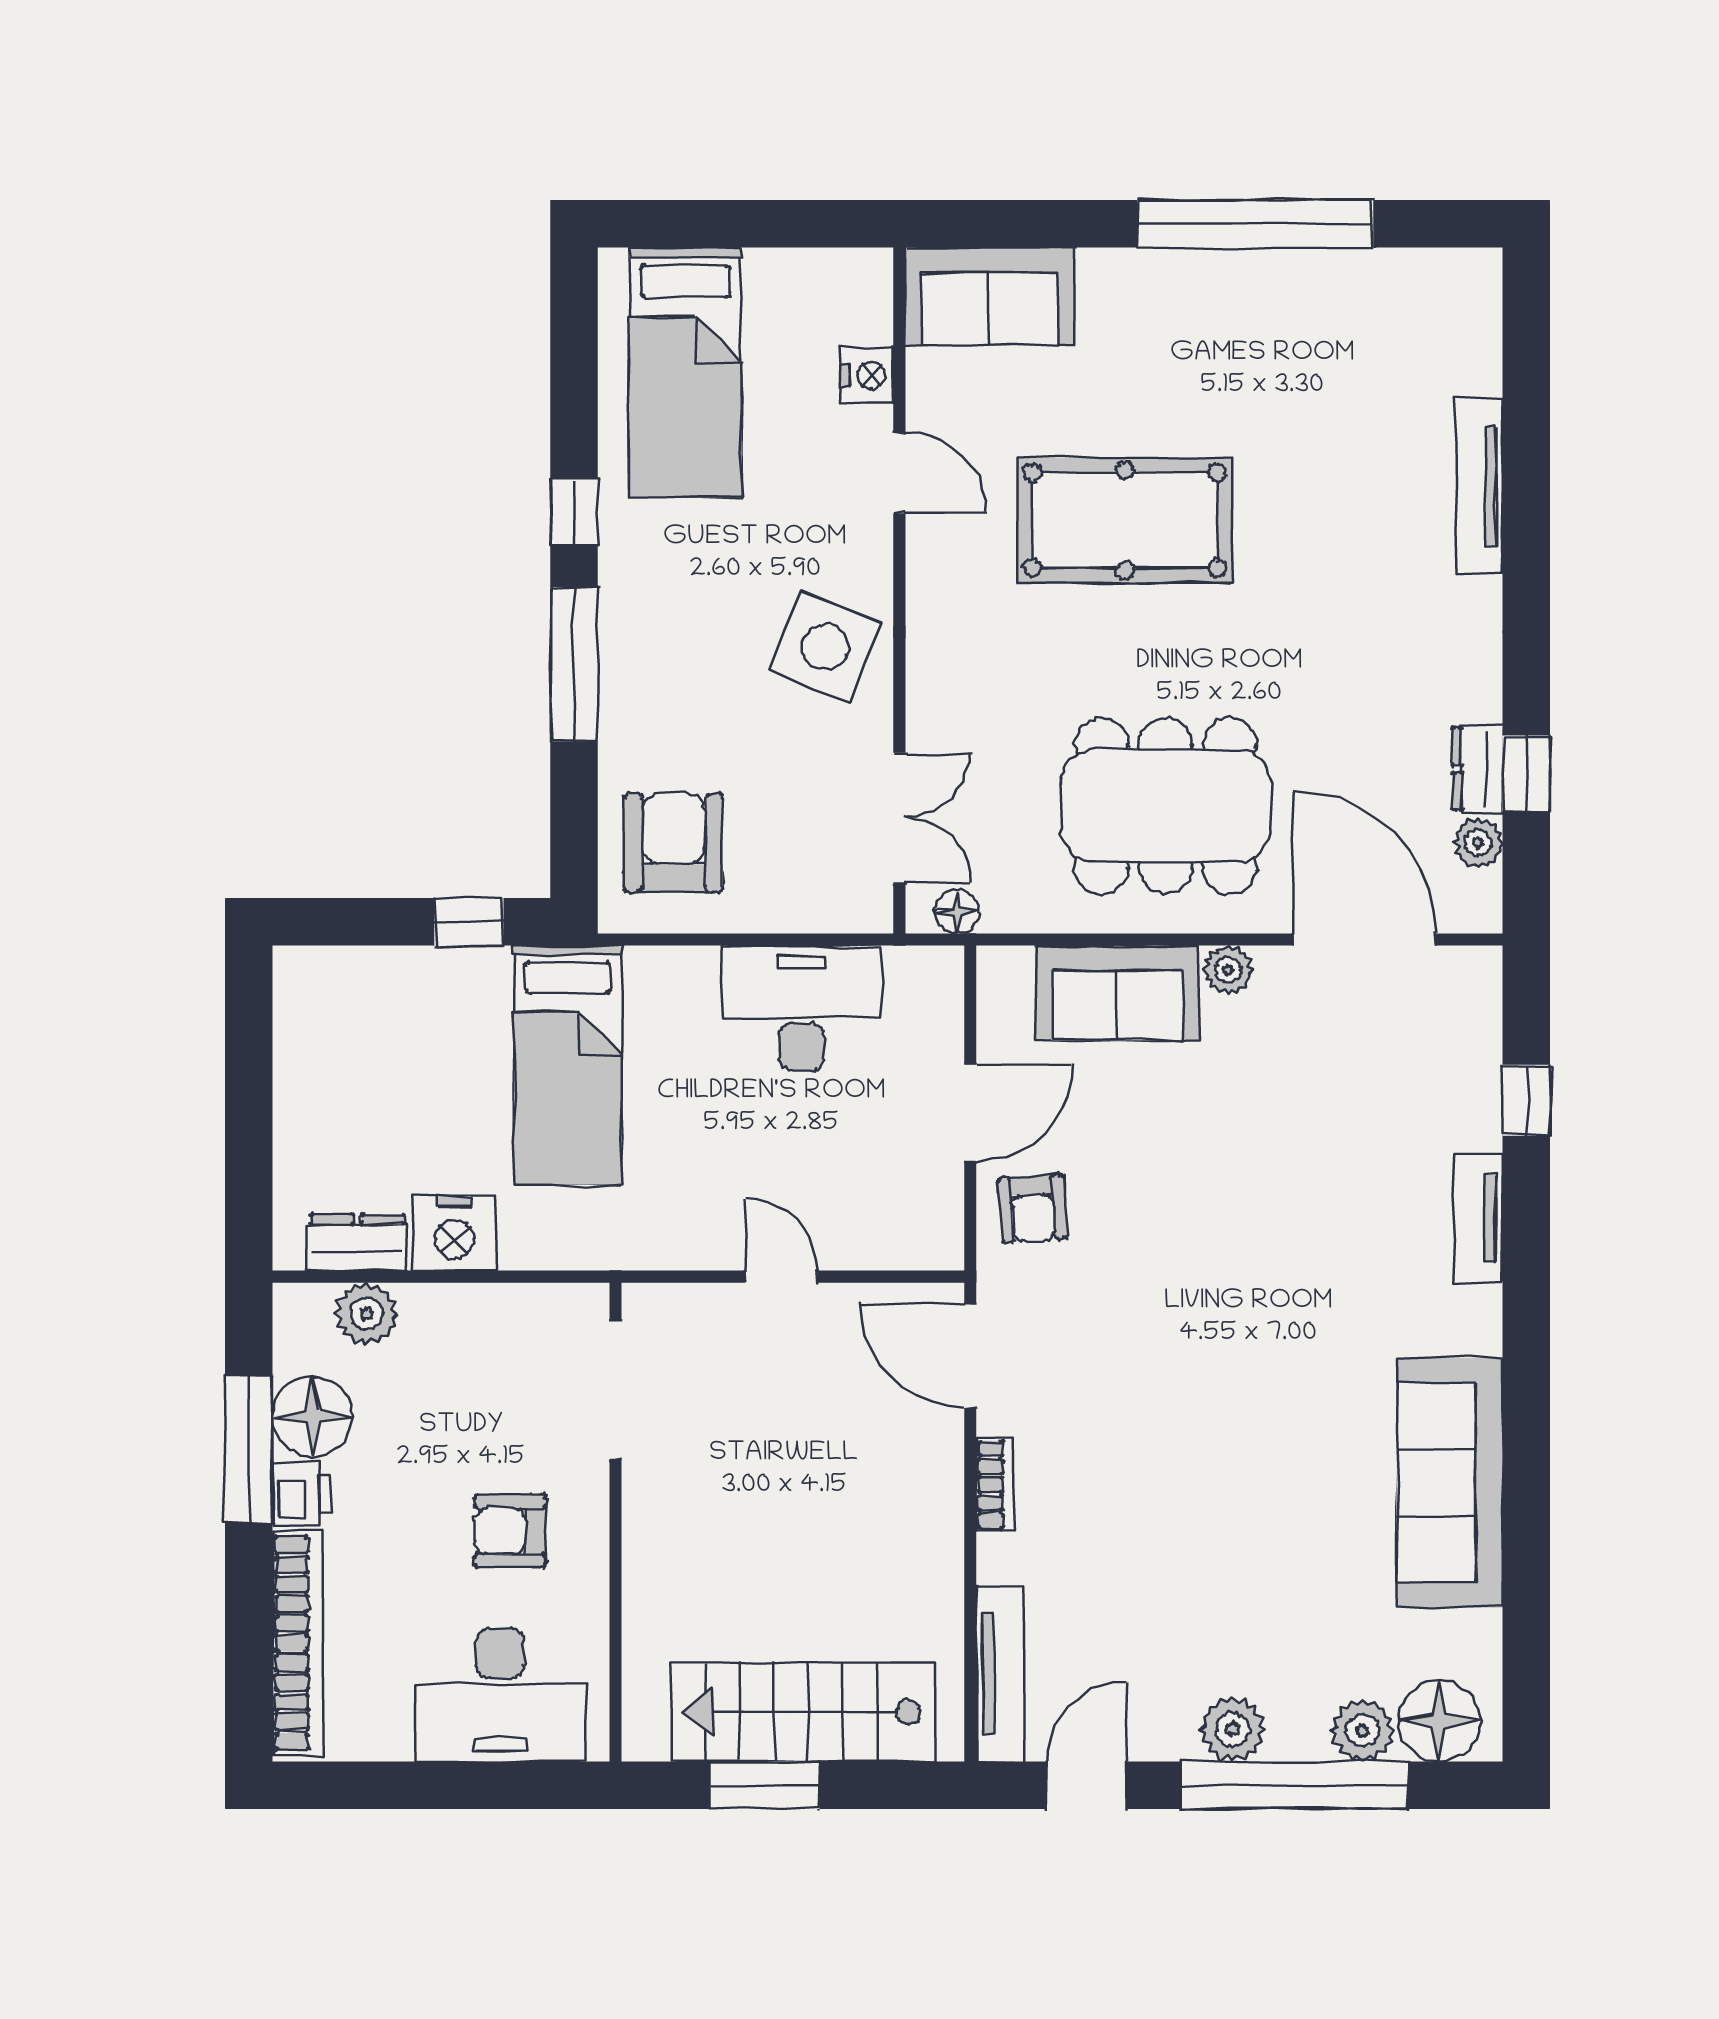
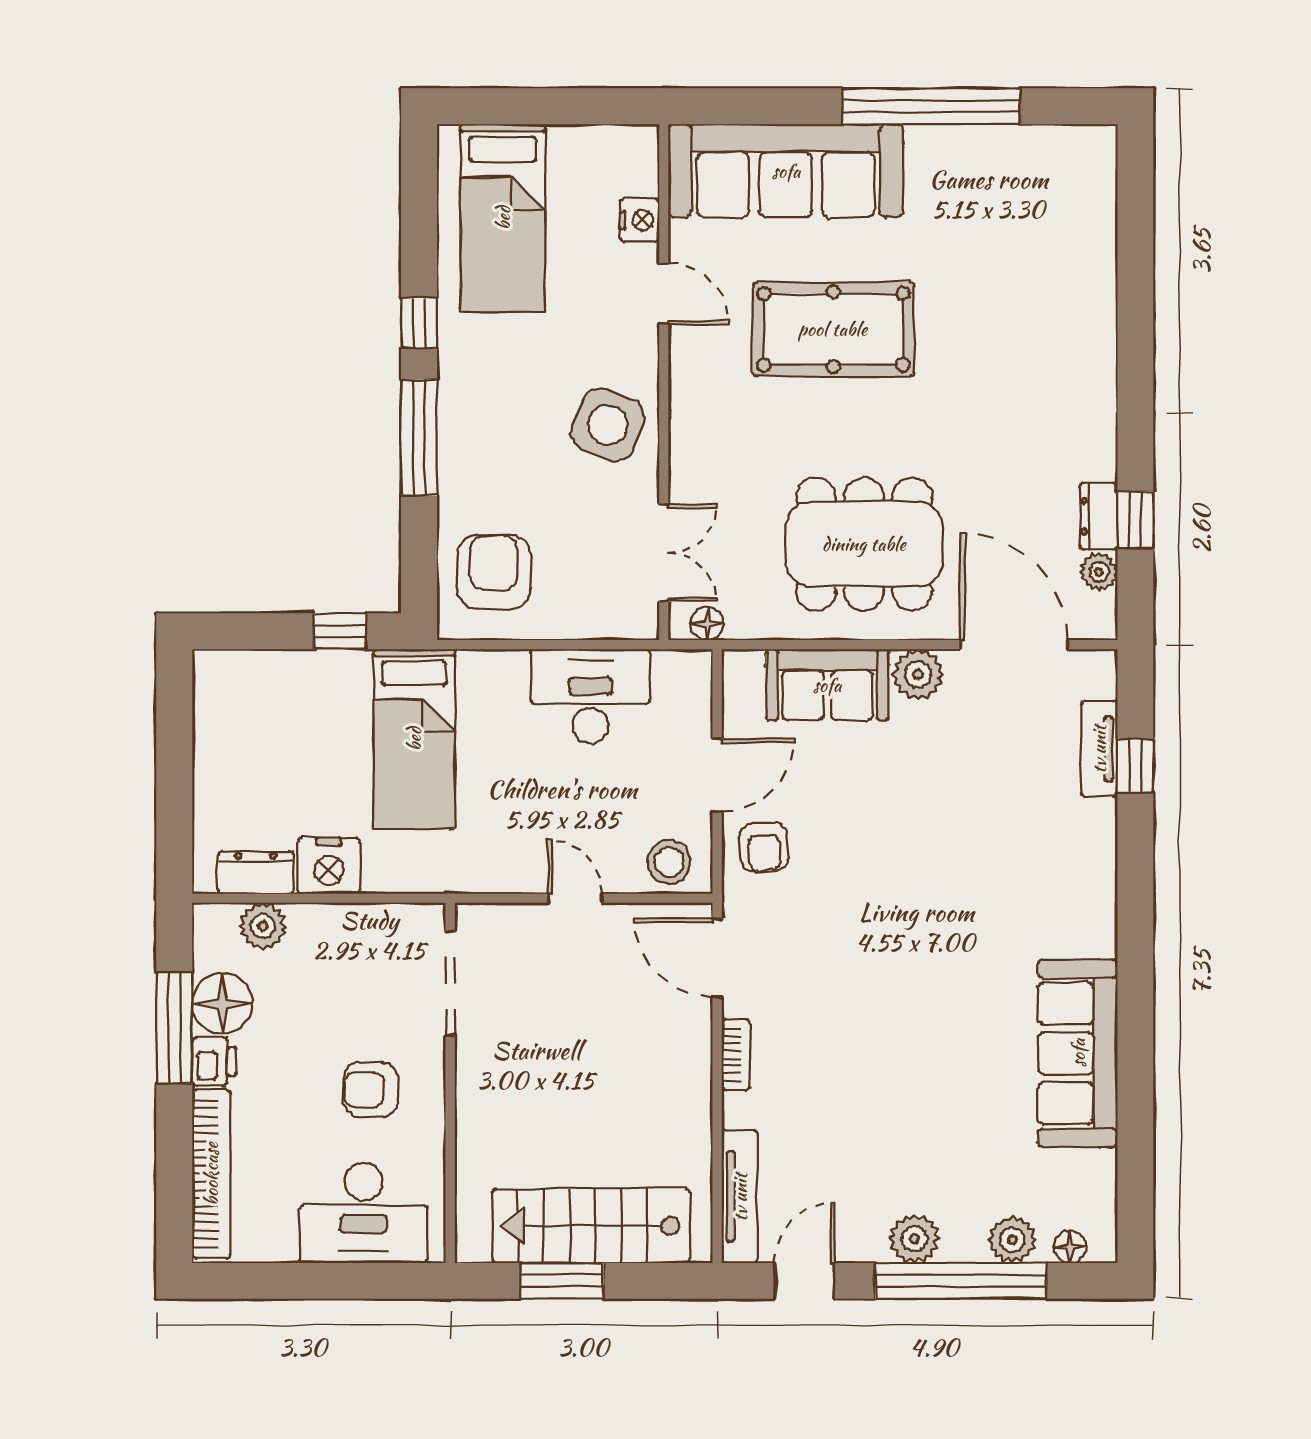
sofa: (990, 296) -> (786, 171), width x1.85, depth x1.27
tv unit: (1479, 486) -> (1100, 304), removed
plant: (1228, 970) -> (918, 674), width x1.38, depth x1.38
tv unit: (1478, 1218) -> (1099, 749), moved
stool: (907, 1228) -> (669, 862), added
floor lamp: (1439, 1721) -> (1070, 1247), width x0.53, depth x0.53

